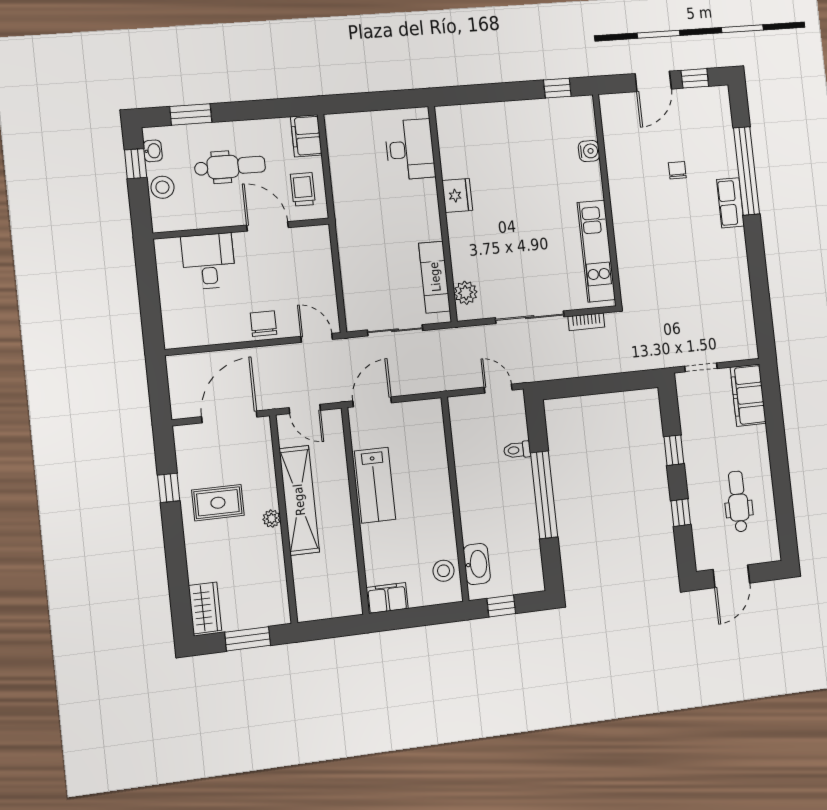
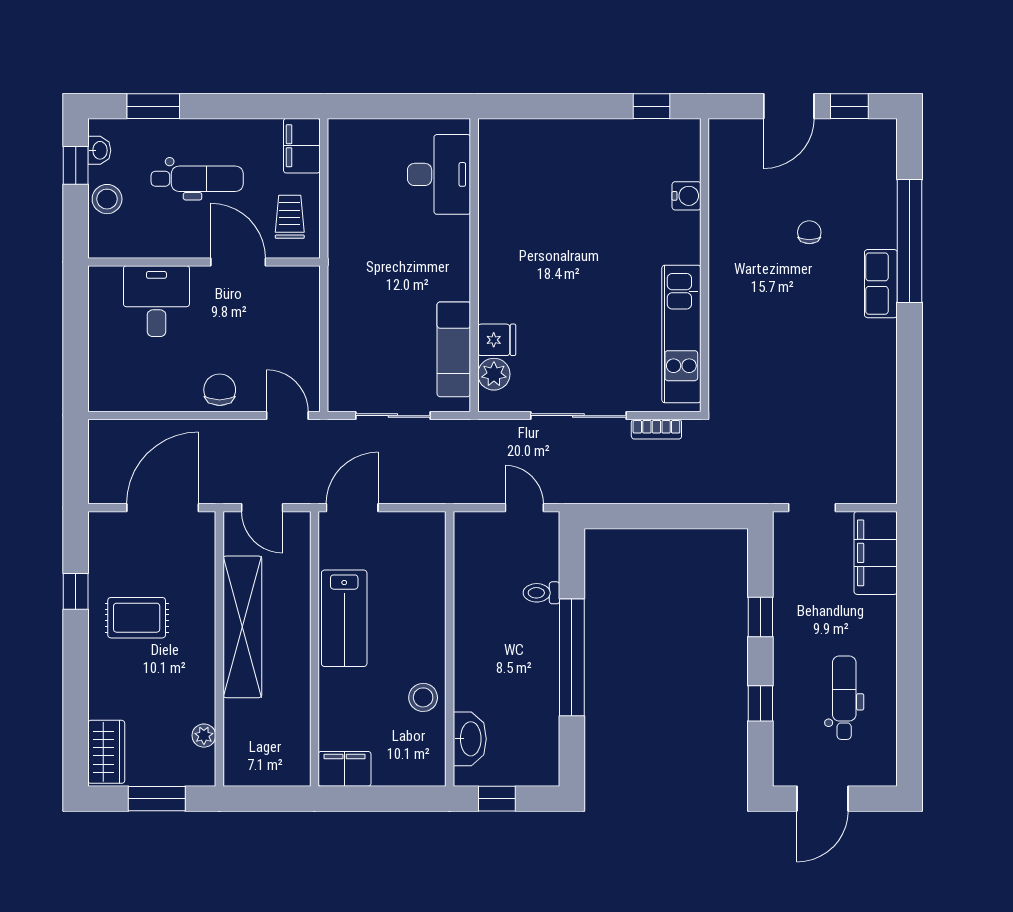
fridge: (457, 195) -> (497, 340), moved, width x0.72
plant: (272, 519) -> (204, 736), moved
stool: (443, 571) -> (423, 697), moved

